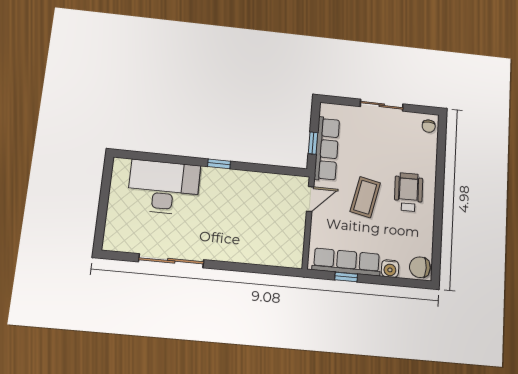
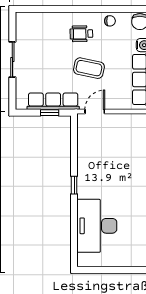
chair: (429, 126) -> (110, 21), moved
wheelchair: (408, 192) -> (81, 34), width x0.73, depth x0.73
door: (310, 199) -> (95, 112), hinge flipped

